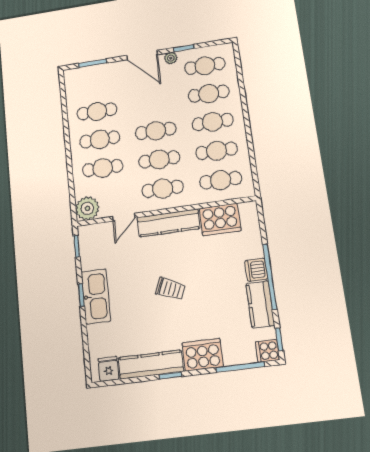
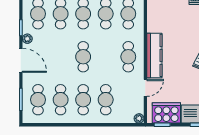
door: (142, 55) -> (21, 60), hinge flipped
cafe table: (159, 159) -> (38, 100), moved
plant: (87, 208) -> (139, 118), width x0.53, depth x0.53
door: (124, 217) -> (145, 88), hinge flipped
cooker: (220, 219) -> (166, 113), moved, turned -90

